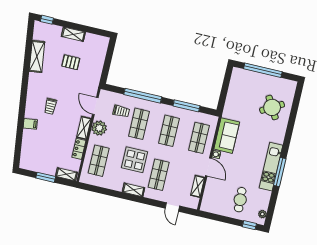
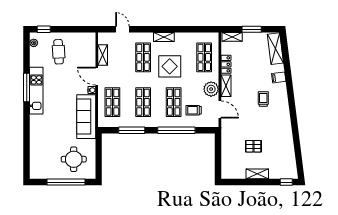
shelving: (37, 57) -> (275, 49), moved
round table: (272, 107) -> (74, 159), moved, turned 30
sofa: (227, 136) -> (86, 117), width x1.36

